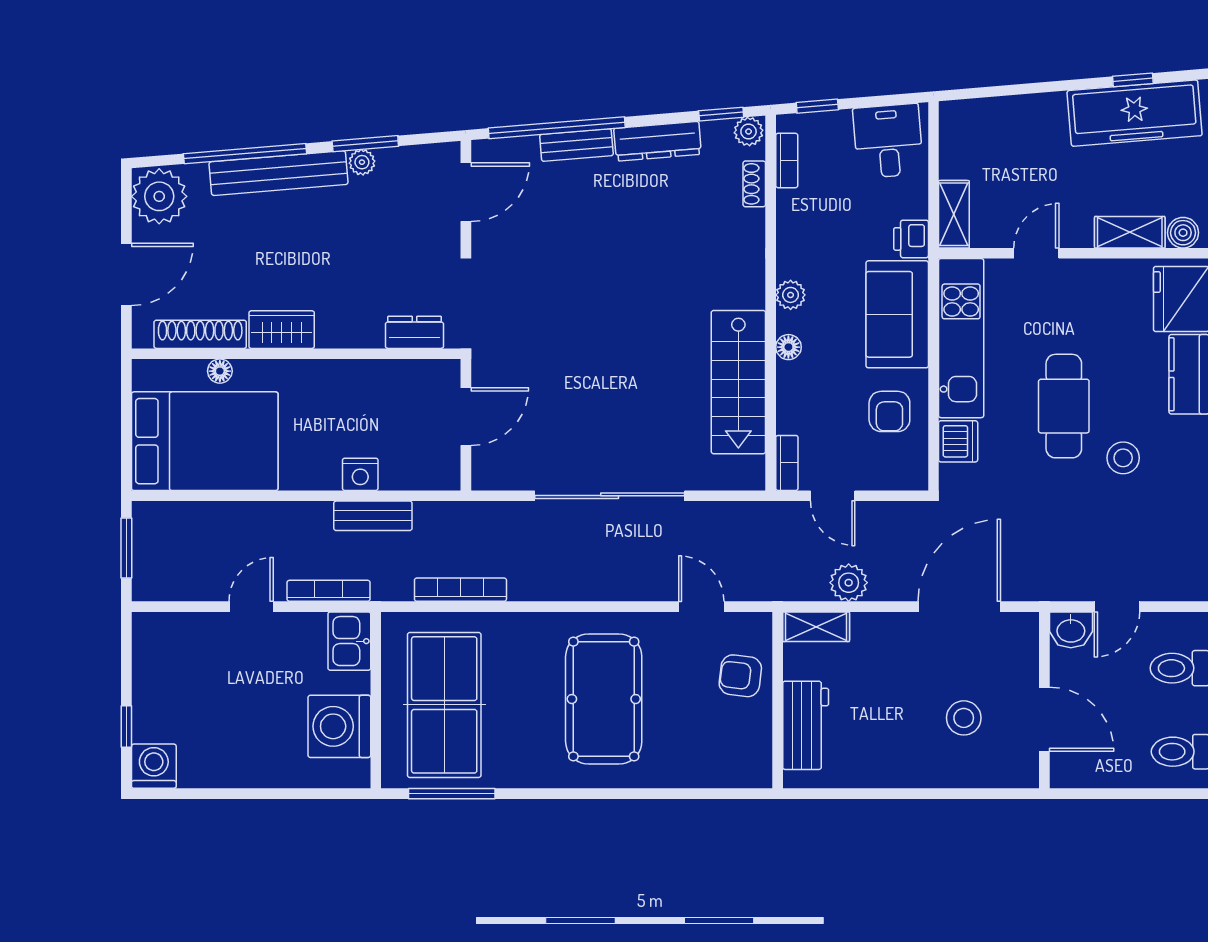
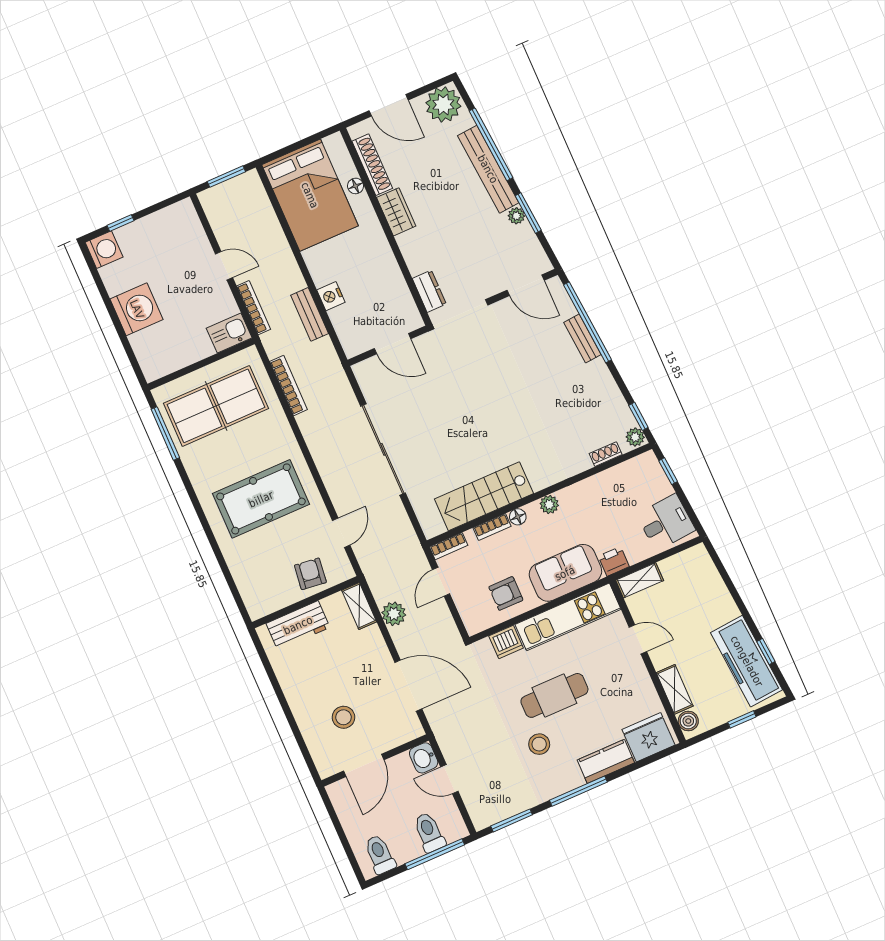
dresser: (658, 141) -> (606, 386), removed
bookcase: (787, 160) -> (492, 527), moved
washing machine: (339, 726) -> (137, 309), moved, turned 90

